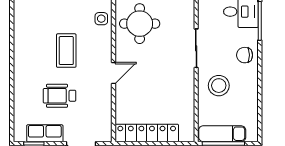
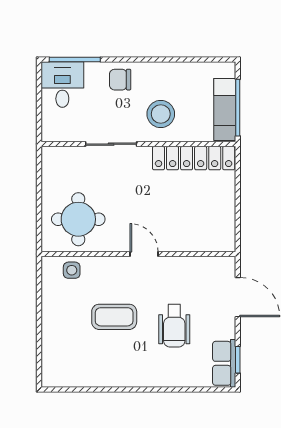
chair: (245, 55) -> (120, 80), turned 90
row of seats: (45, 133) -> (224, 363), moved
locker: (147, 133) -> (194, 158), moved, turned -90

